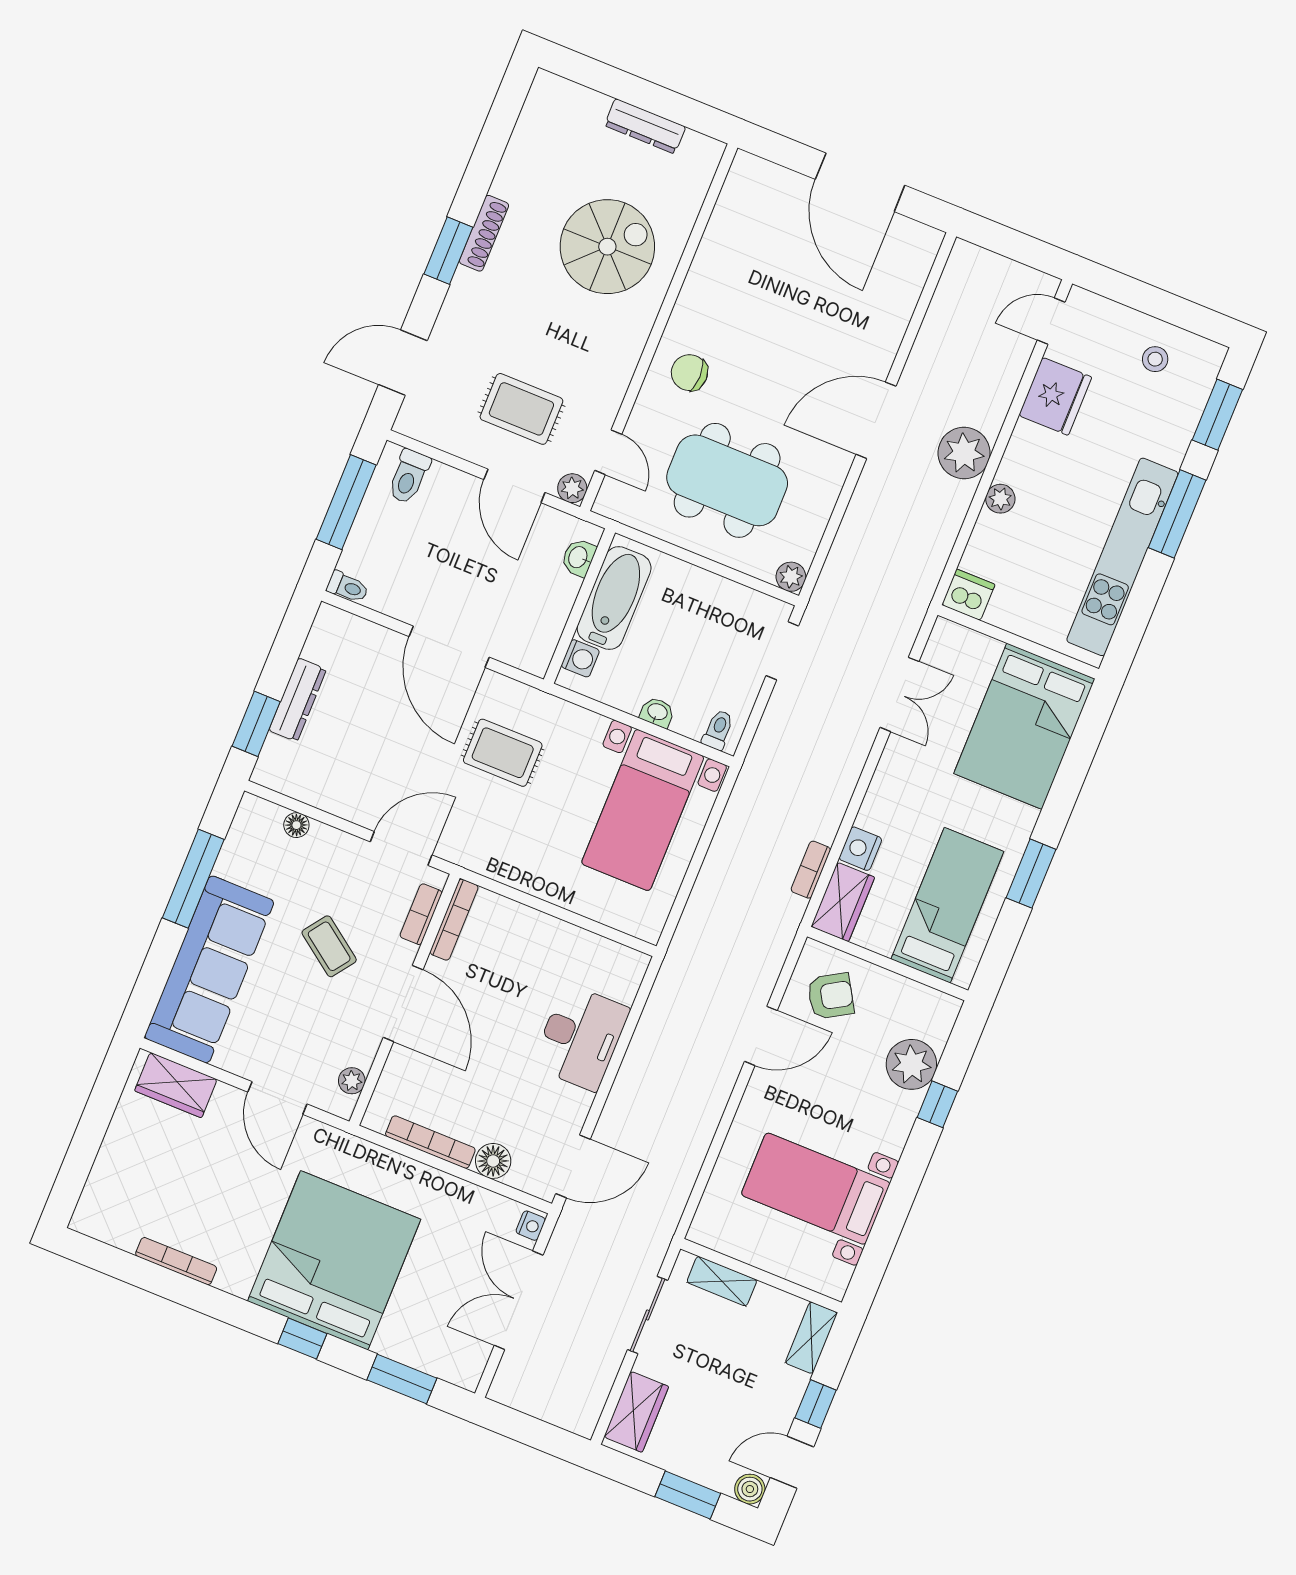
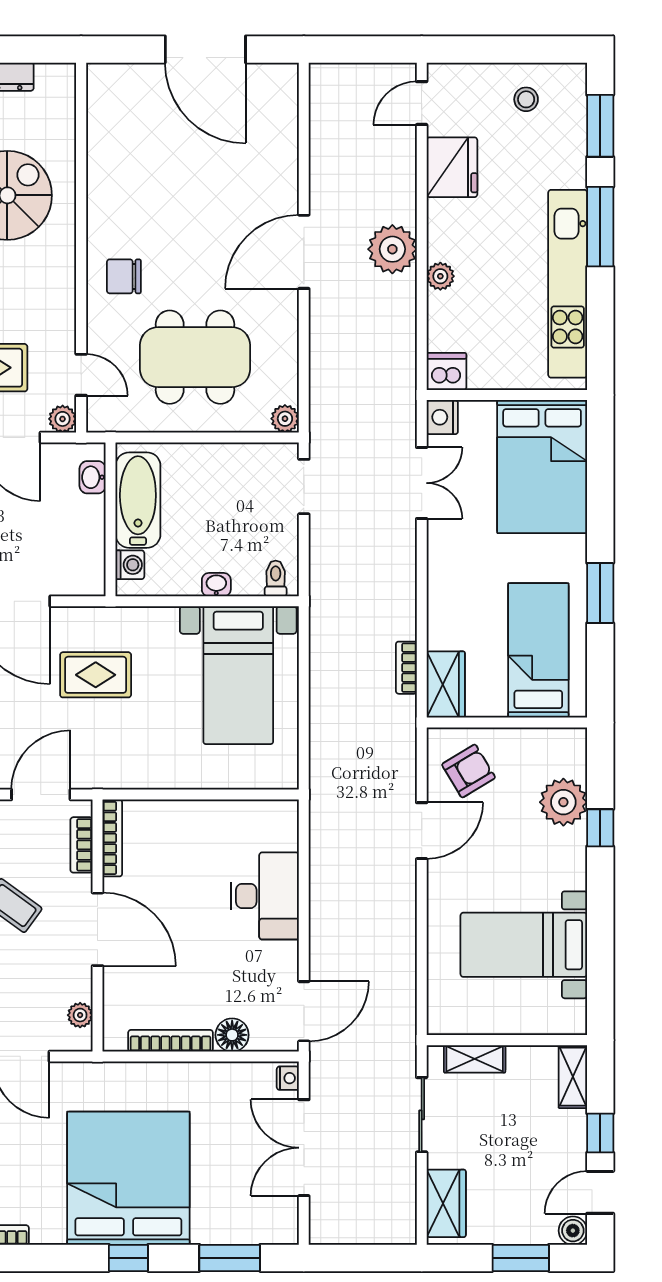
nightstand: (860, 849) -> (442, 417), moved

